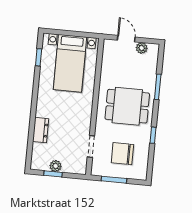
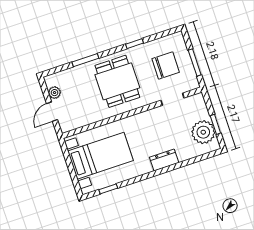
dresser: (41, 130) -> (164, 160), moved
chair: (122, 154) -> (166, 65), turned -90
plant: (56, 166) -> (203, 132), width x1.88, depth x1.88

